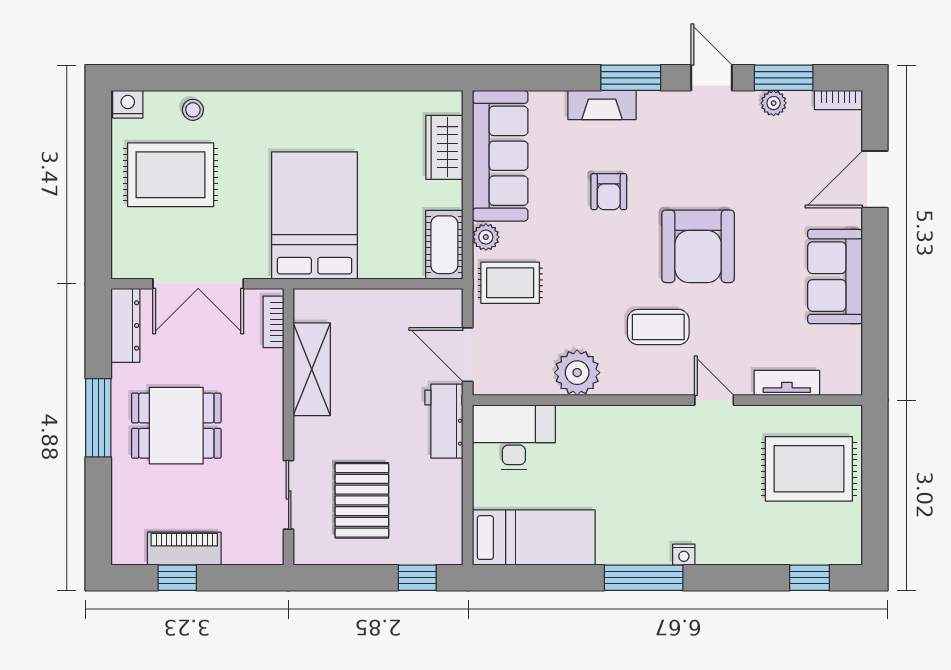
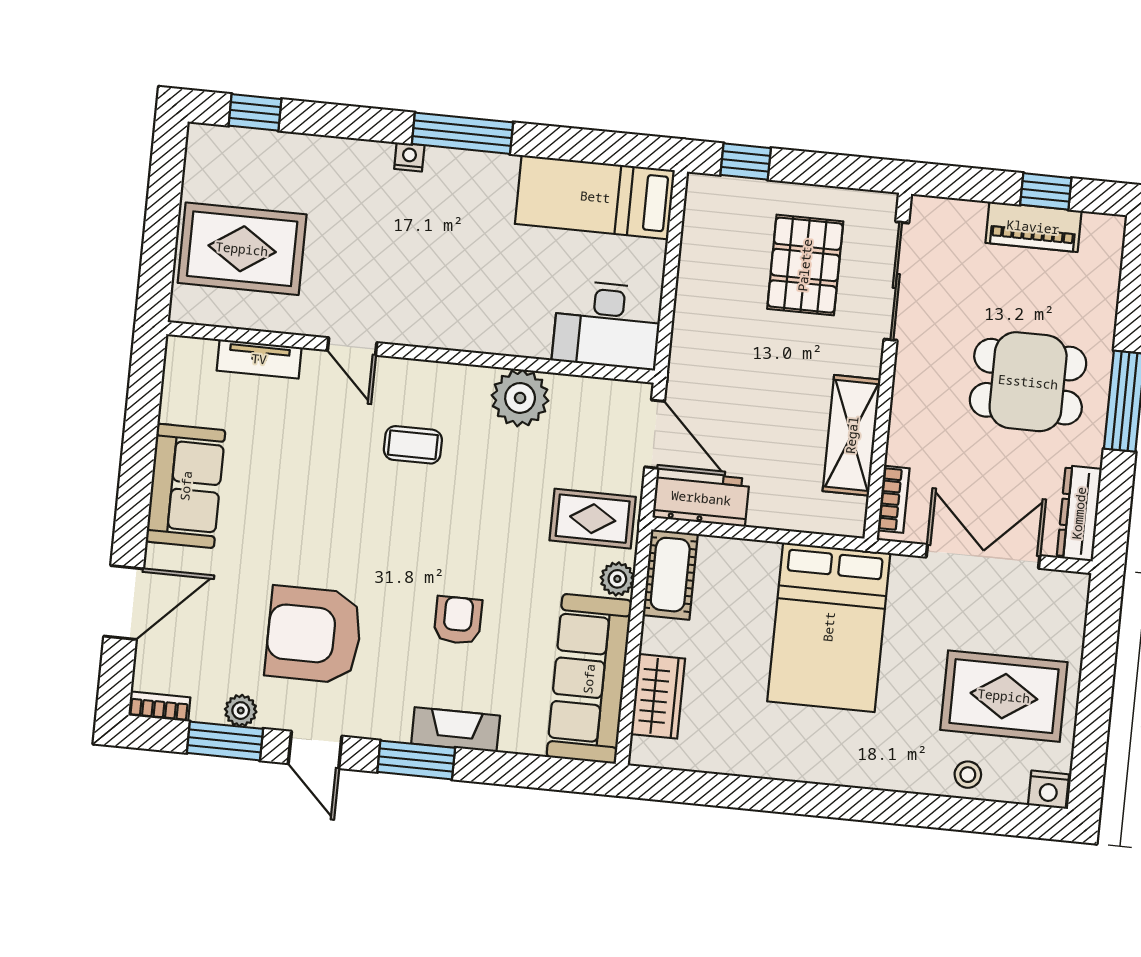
armchair: (698, 246) -> (314, 635), moved, turned -90
coffee table: (658, 327) -> (413, 445), width x0.73, depth x0.77
workbench: (444, 421) -> (701, 498), moved, turned -90
sliding door: (289, 495) -> (896, 281), width x1.37

